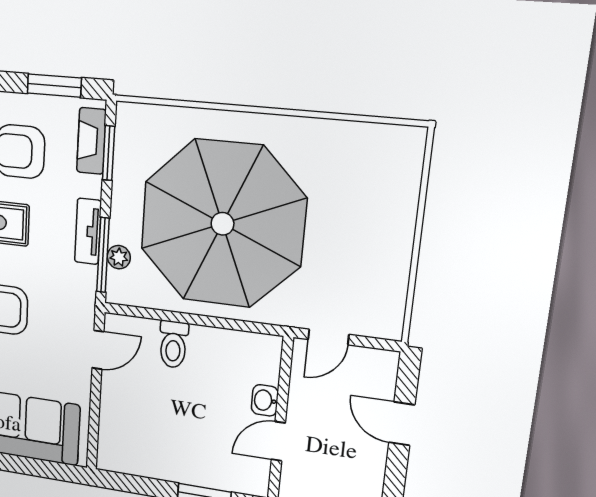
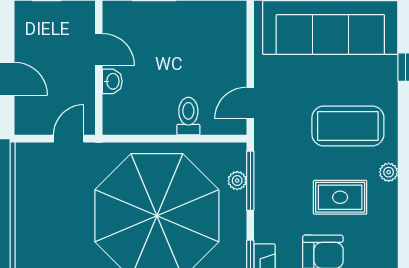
tv unit: (88, 231) -> (264, 198), removed
door: (278, 441) -> (99, 50), hinge flipped

